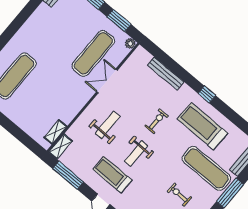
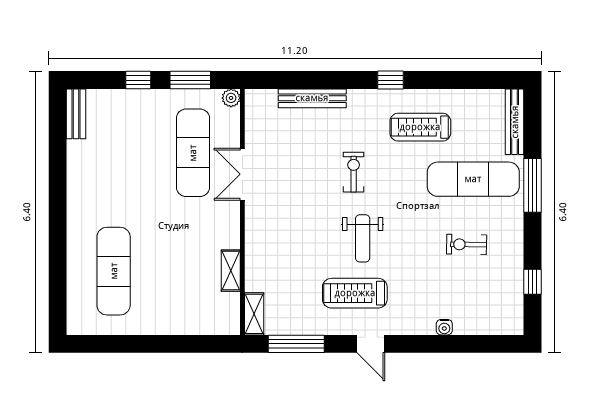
weight bench: (108, 125) -> (293, 232), removed
treadmill: (202, 126) -> (420, 127), width x0.73, depth x0.73
shelving: (55, 132) -> (231, 271), moved

